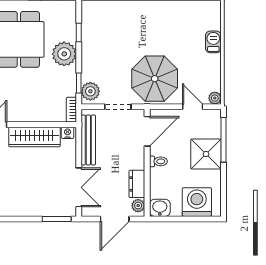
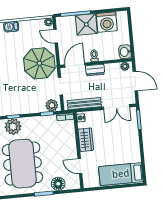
plant: (64, 54) -> (13, 127), moved
door: (193, 107) -> (56, 36), hinge flipped
door: (147, 131) -> (75, 65), hinge flipped
wardrobe: (34, 137) -> (86, 140), width x0.67
dresser: (137, 184) -> (95, 70), moved
double door: (79, 187) -> (116, 107), swing flipped
washing machine: (197, 202) -> (107, 22), moved, turned -90

